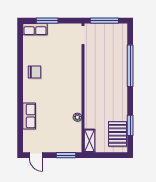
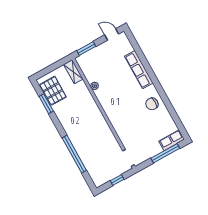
window: (47, 21) -> (165, 153), width x1.44
window: (104, 21) -> (117, 180), width x0.46
row of seats: (29, 116) -> (139, 70), width x1.48

